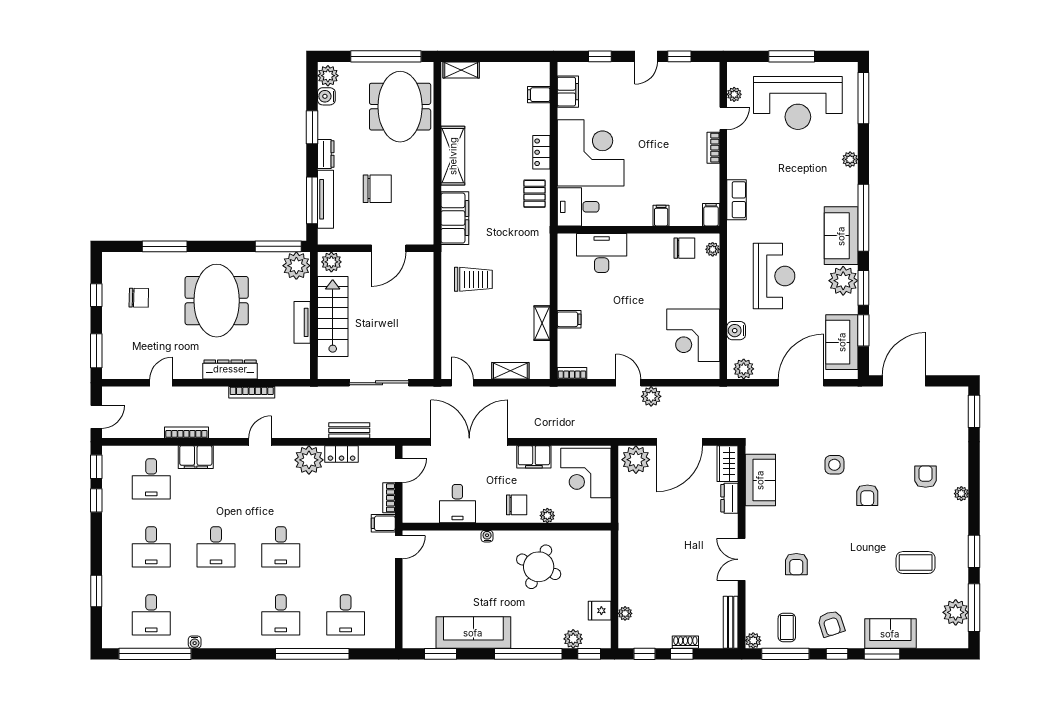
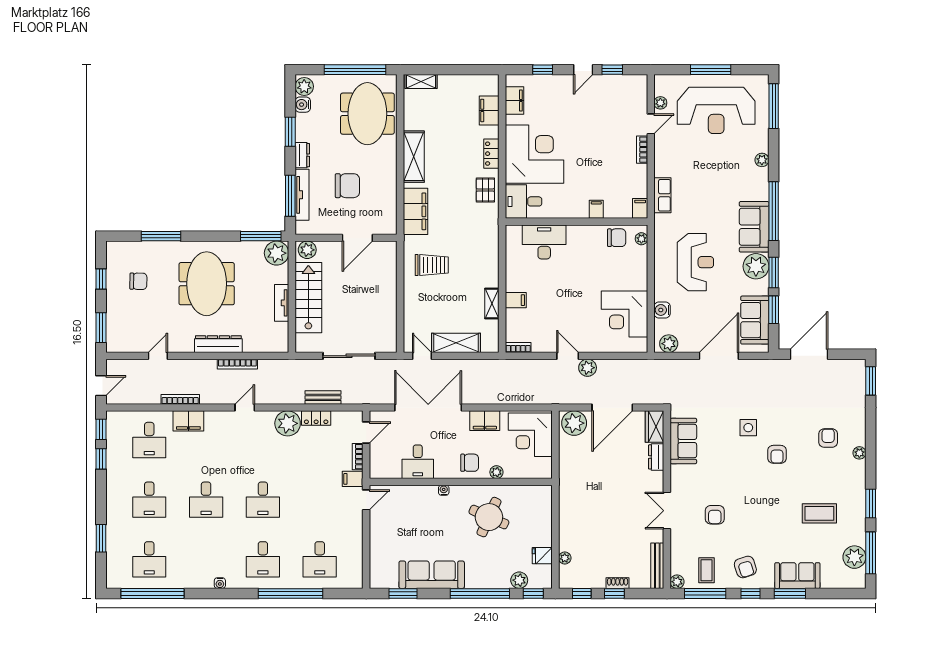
filing cabinet: (539, 95) -> (489, 110), width x2.00
shelving: (510, 371) -> (456, 343), width x1.50, depth x1.33
water cooler: (195, 642) -> (220, 583), moved

